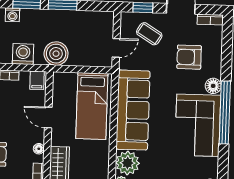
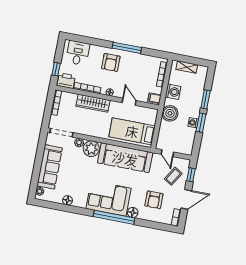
washing machine: (12, 15) -> (193, 123), moved
armchair: (189, 57) -> (154, 200), turned 180
door: (48, 118) -> (129, 102), hinge flipped

